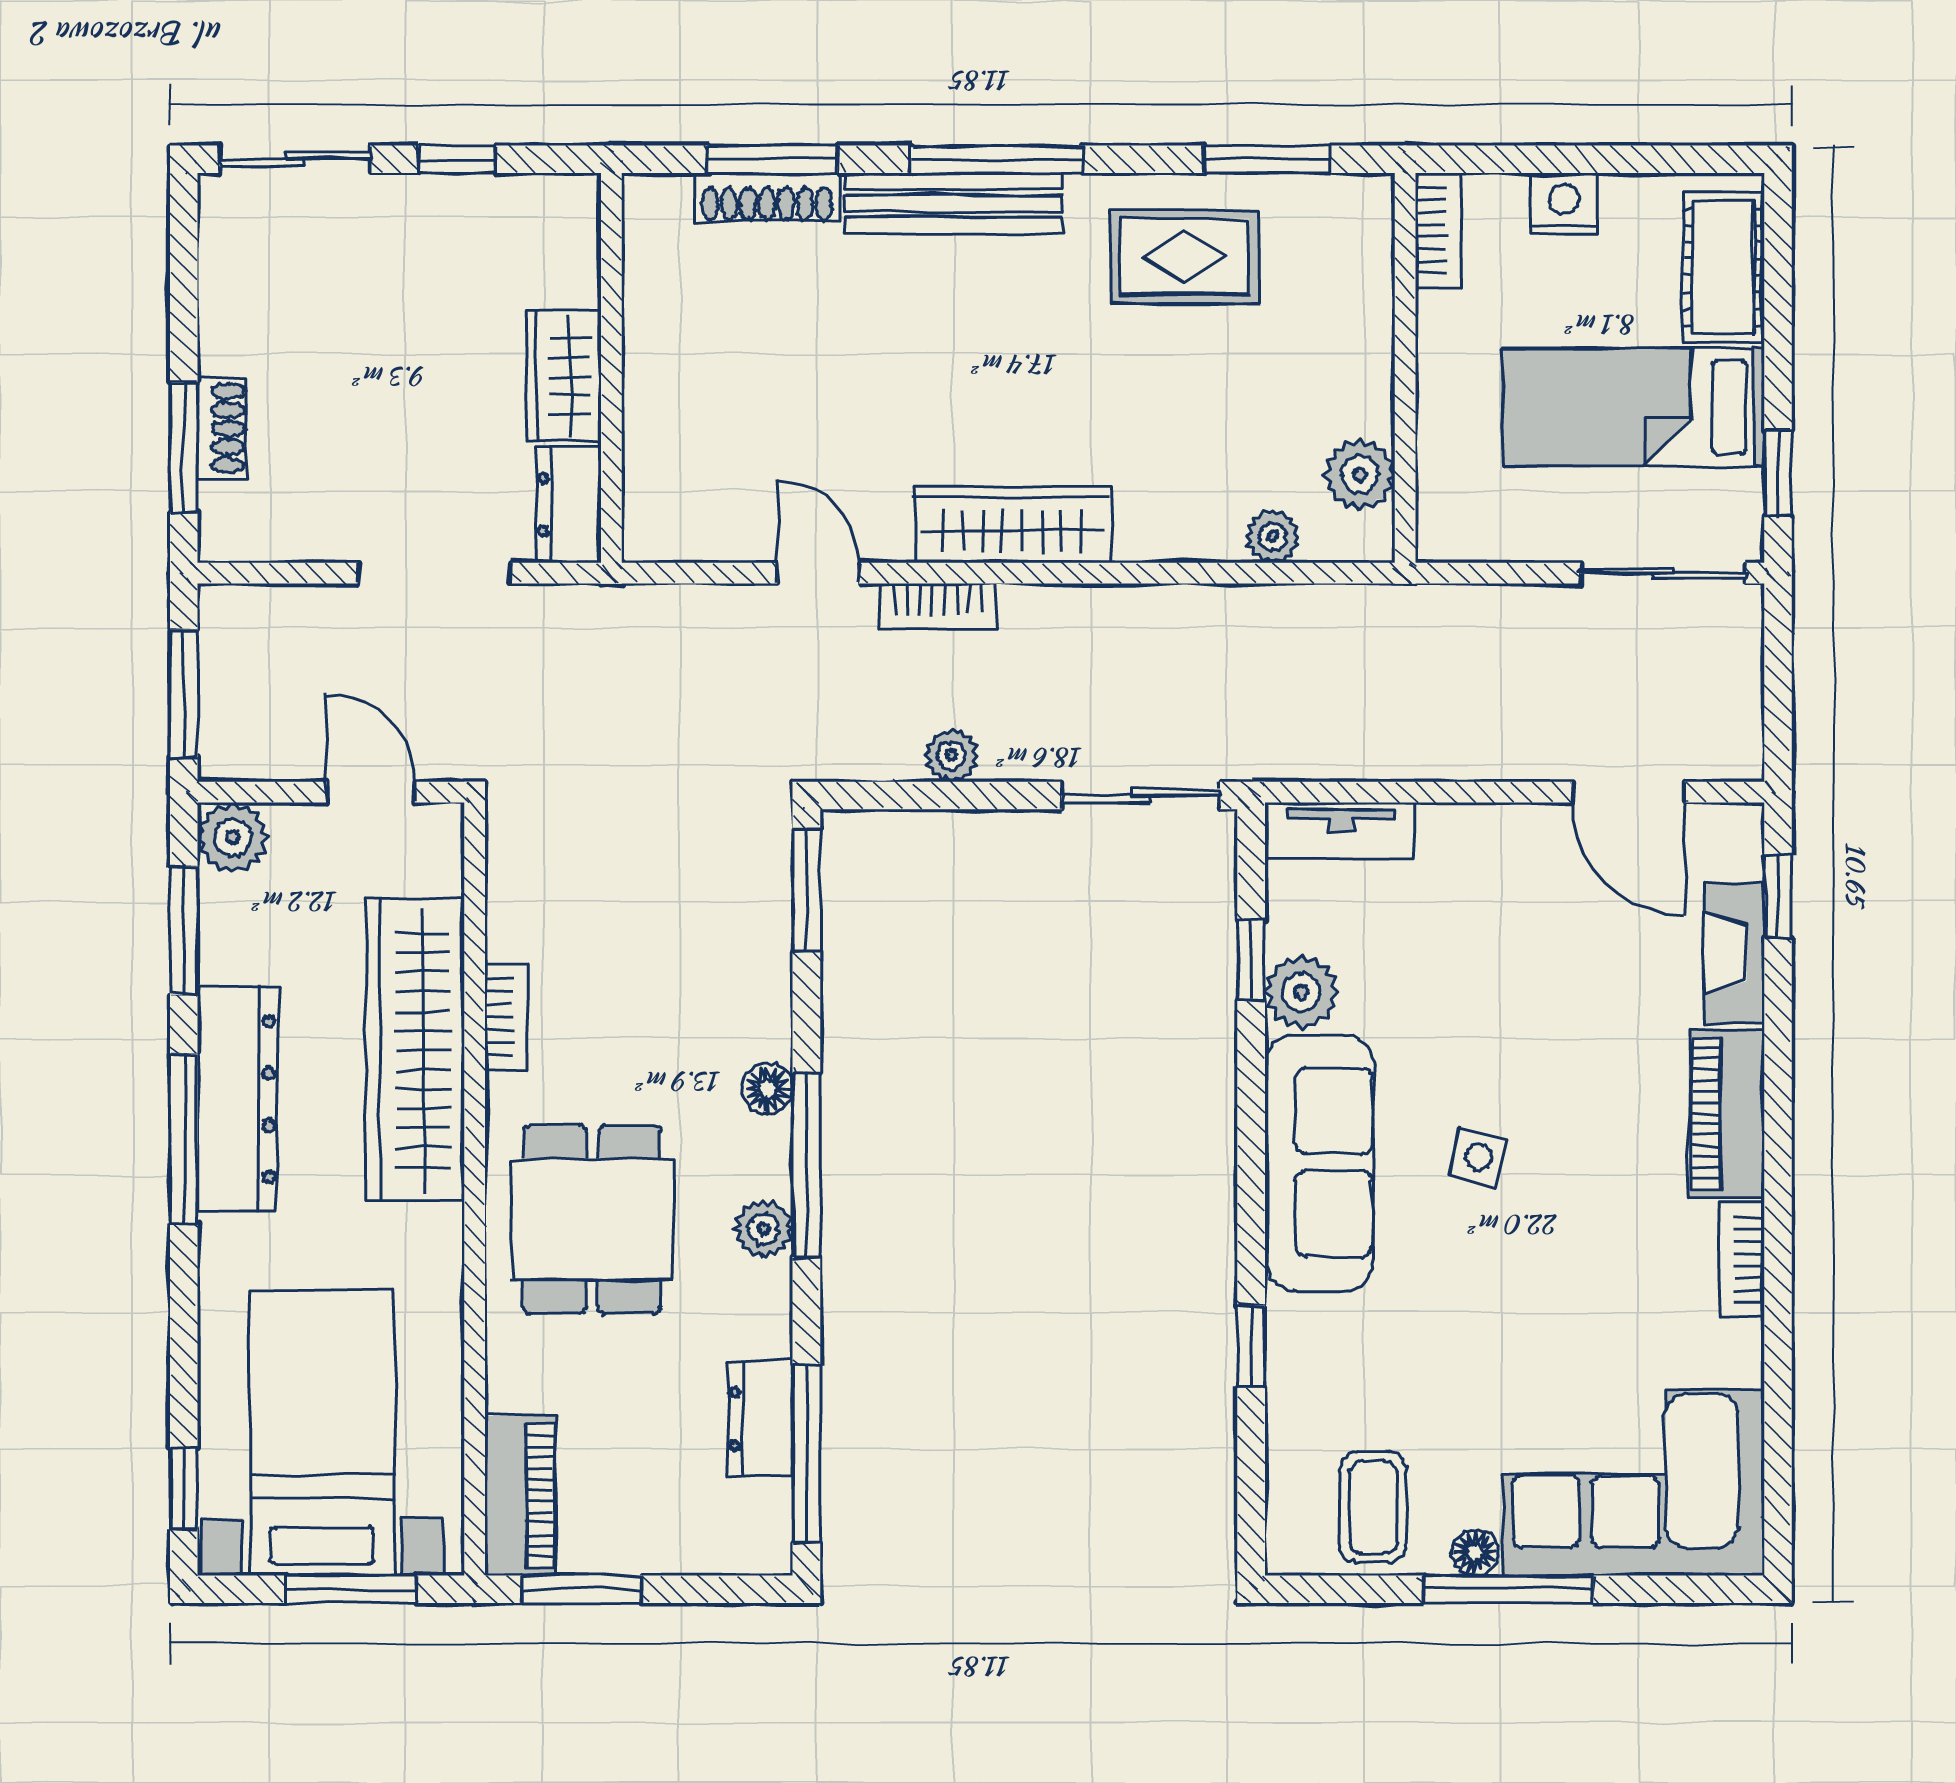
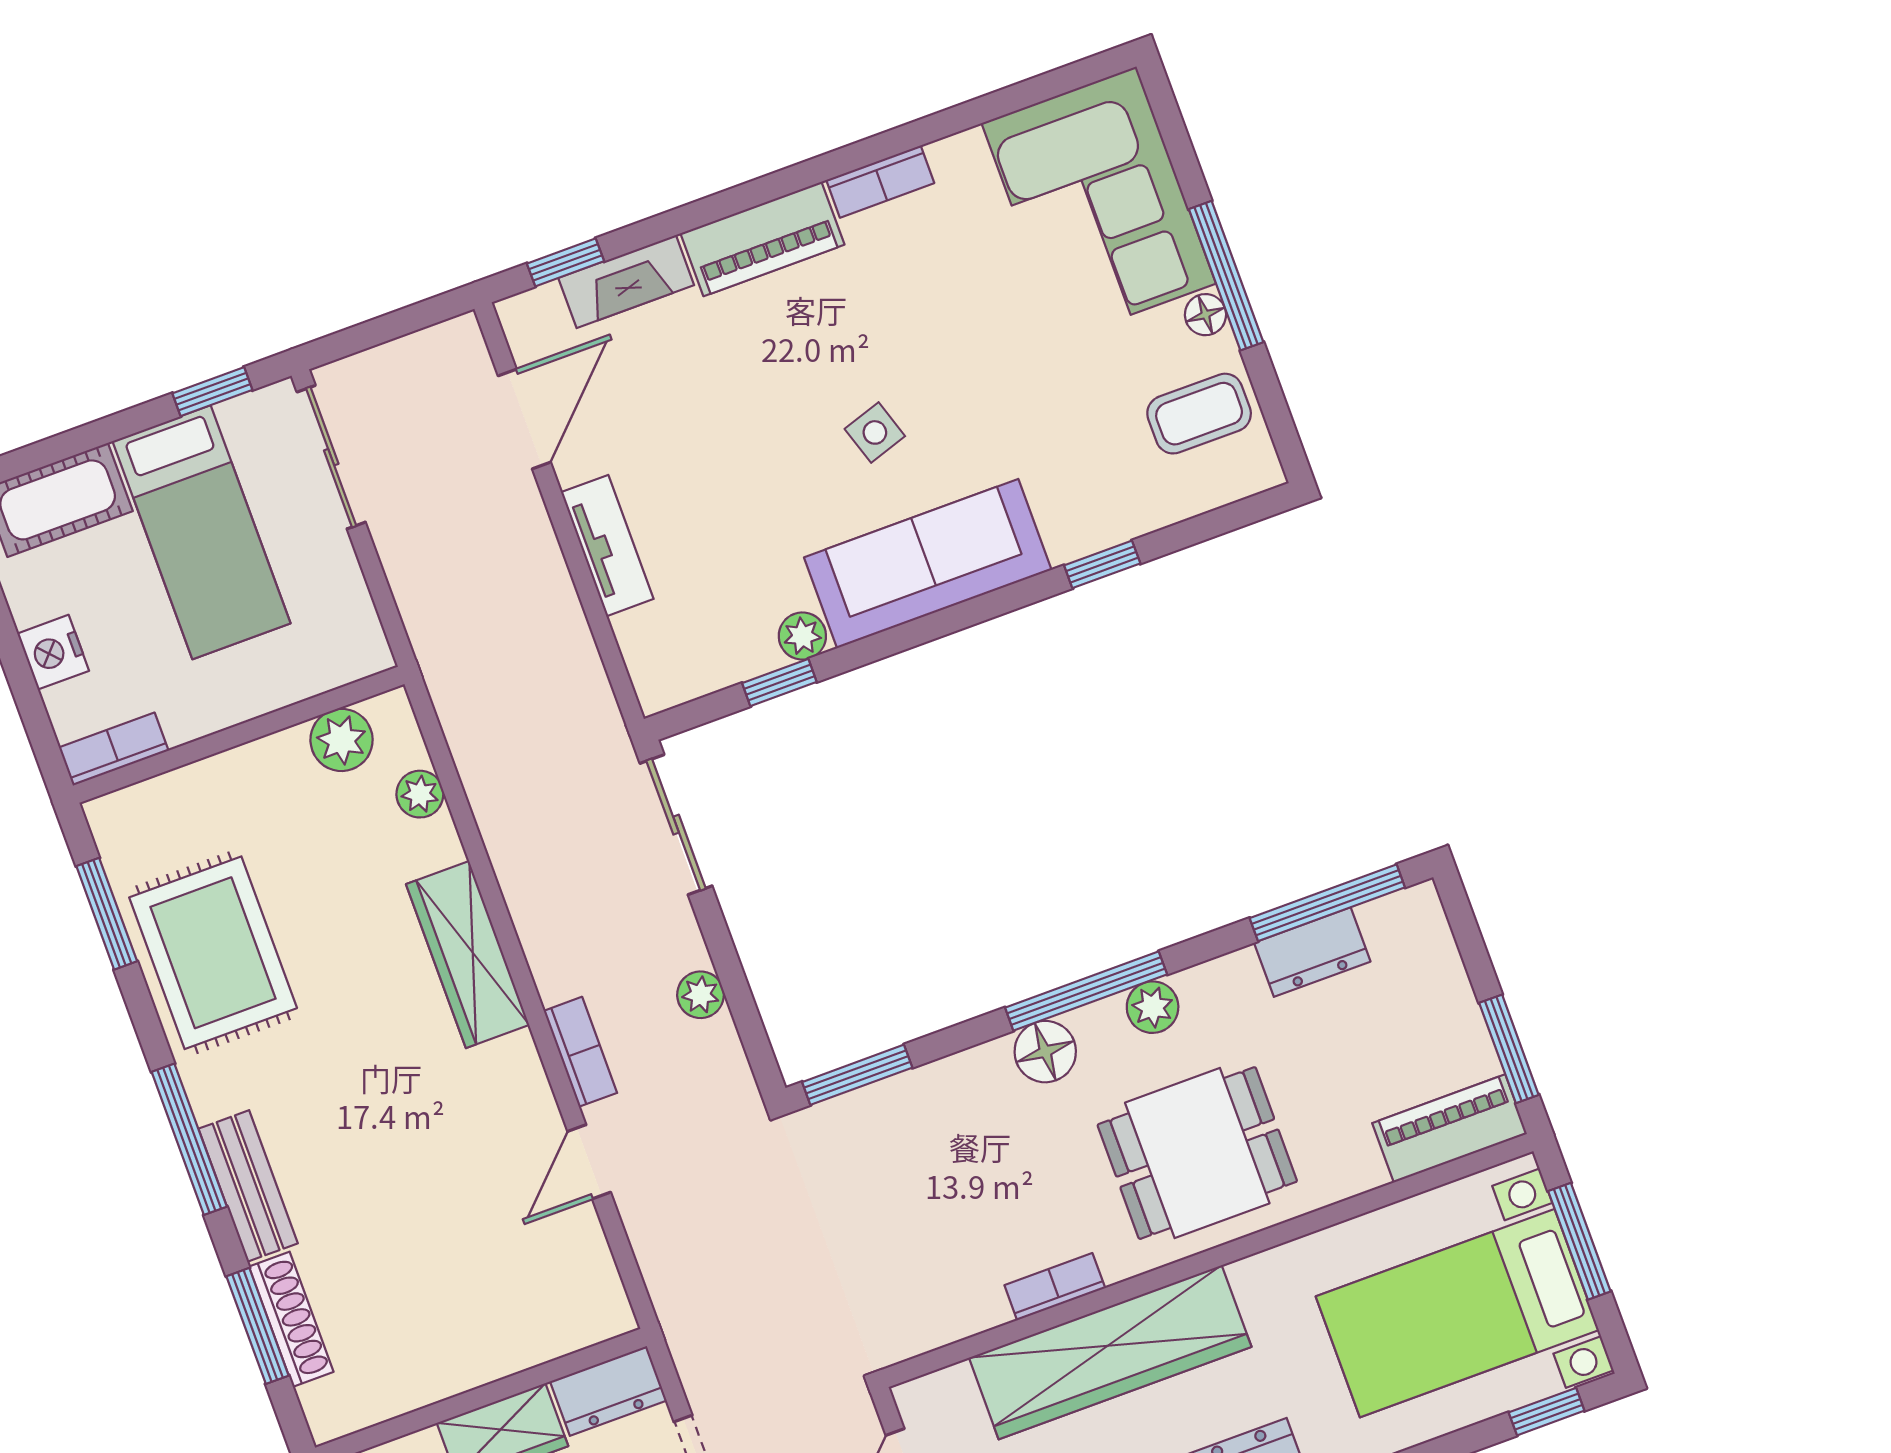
bench: (953, 203) -> (248, 1186), width x0.73
rug: (1185, 257) -> (213, 953), width x1.36, depth x1.43
wardrobe: (1013, 525) -> (468, 955), moved
tv unit: (1341, 831) -> (607, 546), moved
plant: (1301, 992) -> (802, 636), width x0.73, depth x0.73
floor lamp: (768, 1089) -> (1045, 1052), width x1.37, depth x1.37
side table: (1479, 1157) -> (875, 432), turned -32

